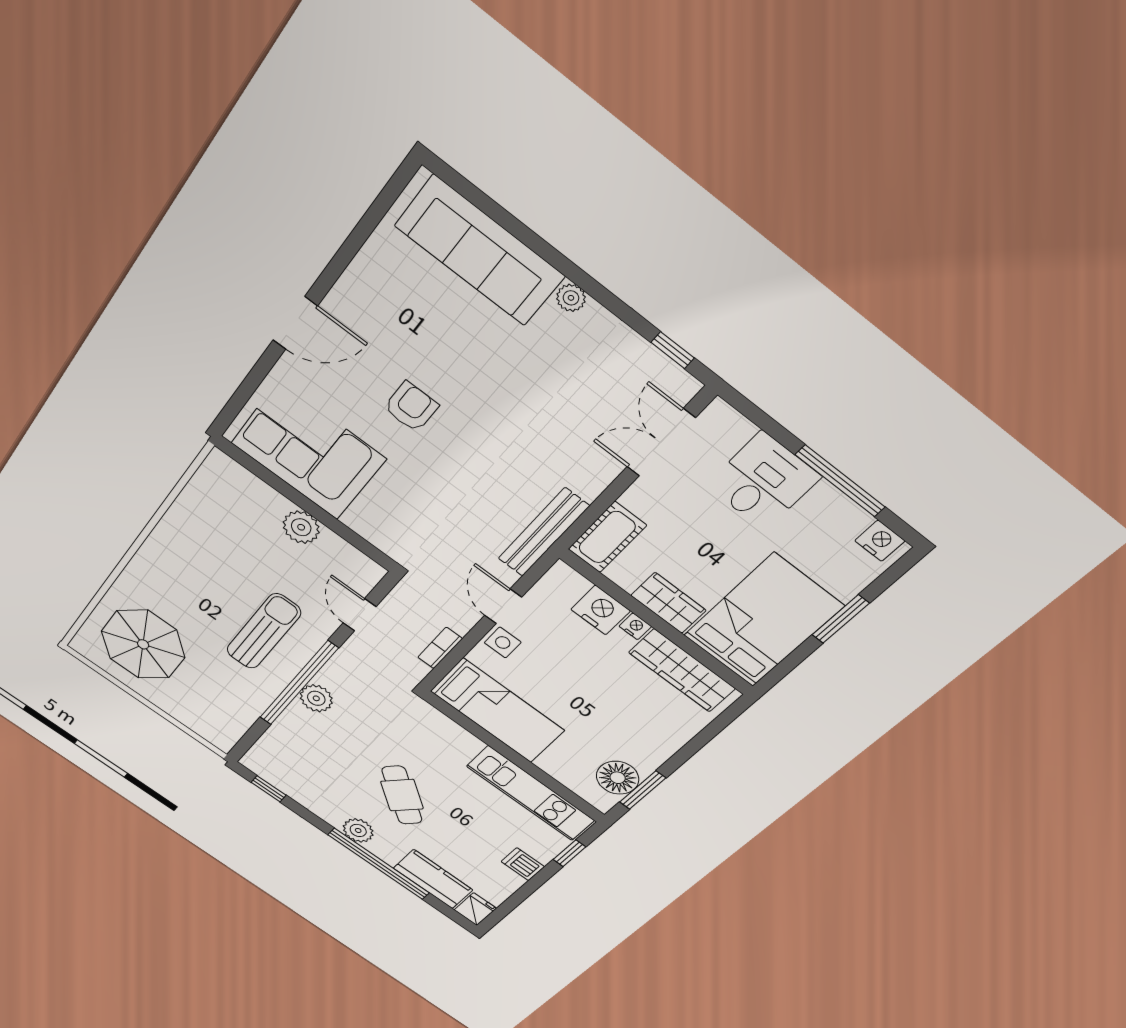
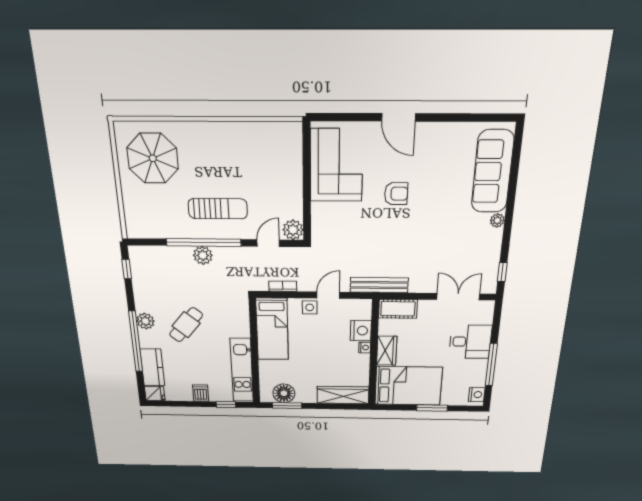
plant: (301, 527) -> (293, 230), moved
wardrobe: (682, 671) -> (343, 395), moved, turned 90

